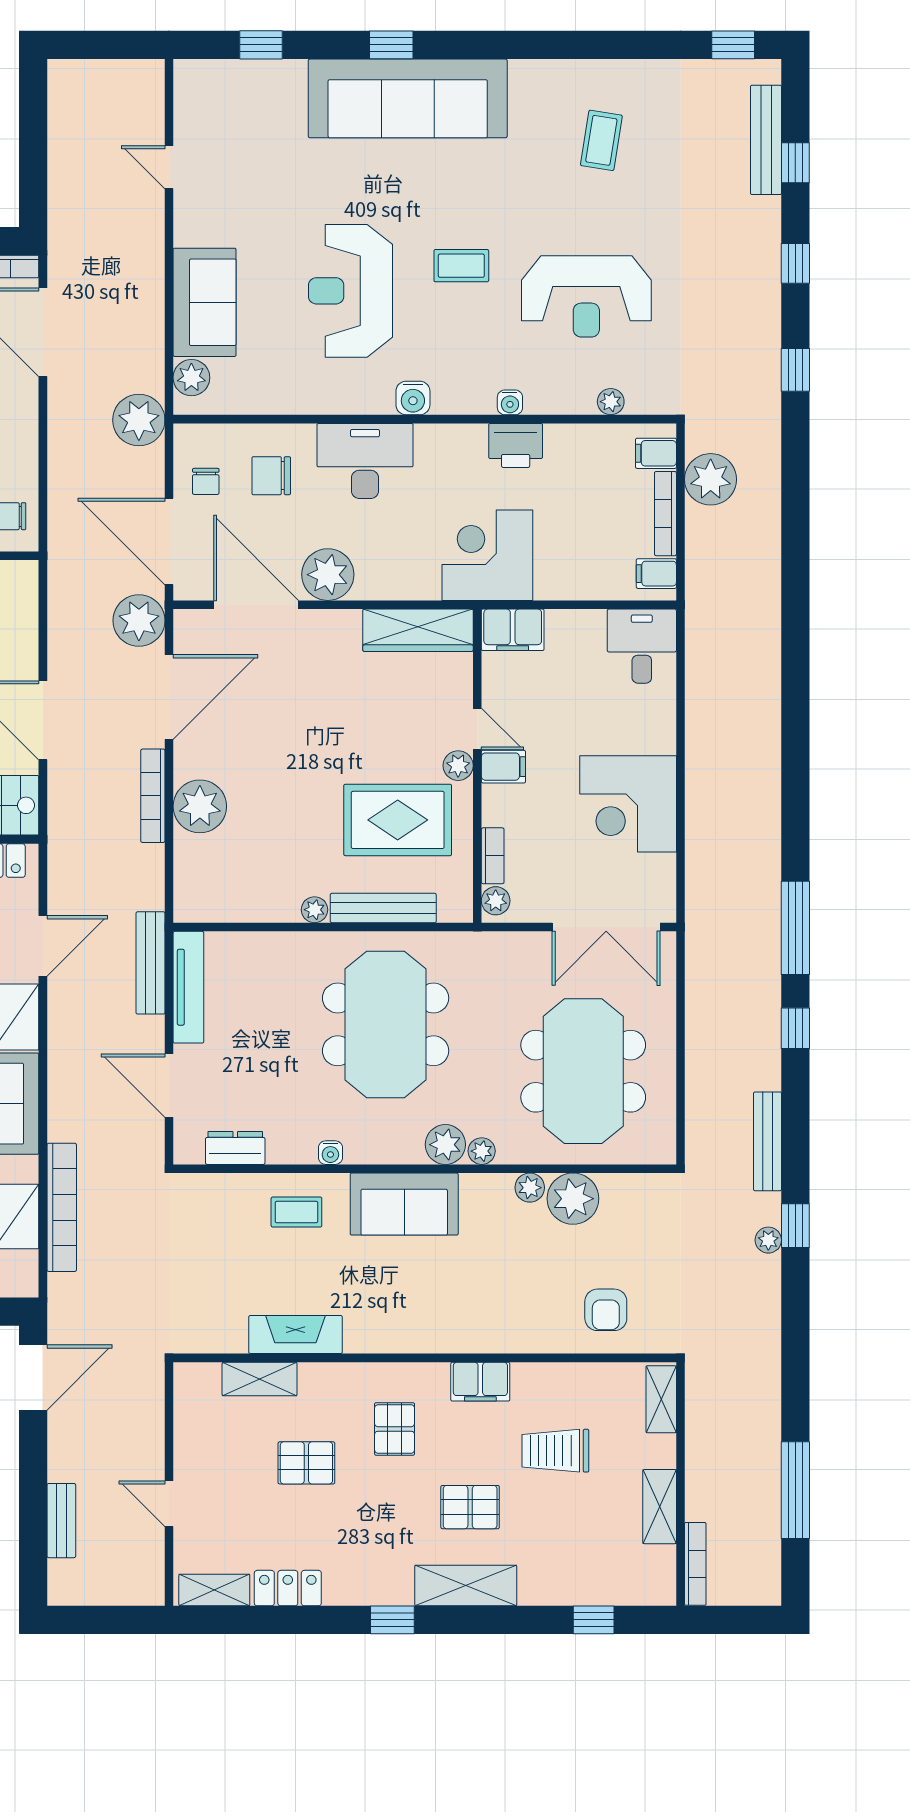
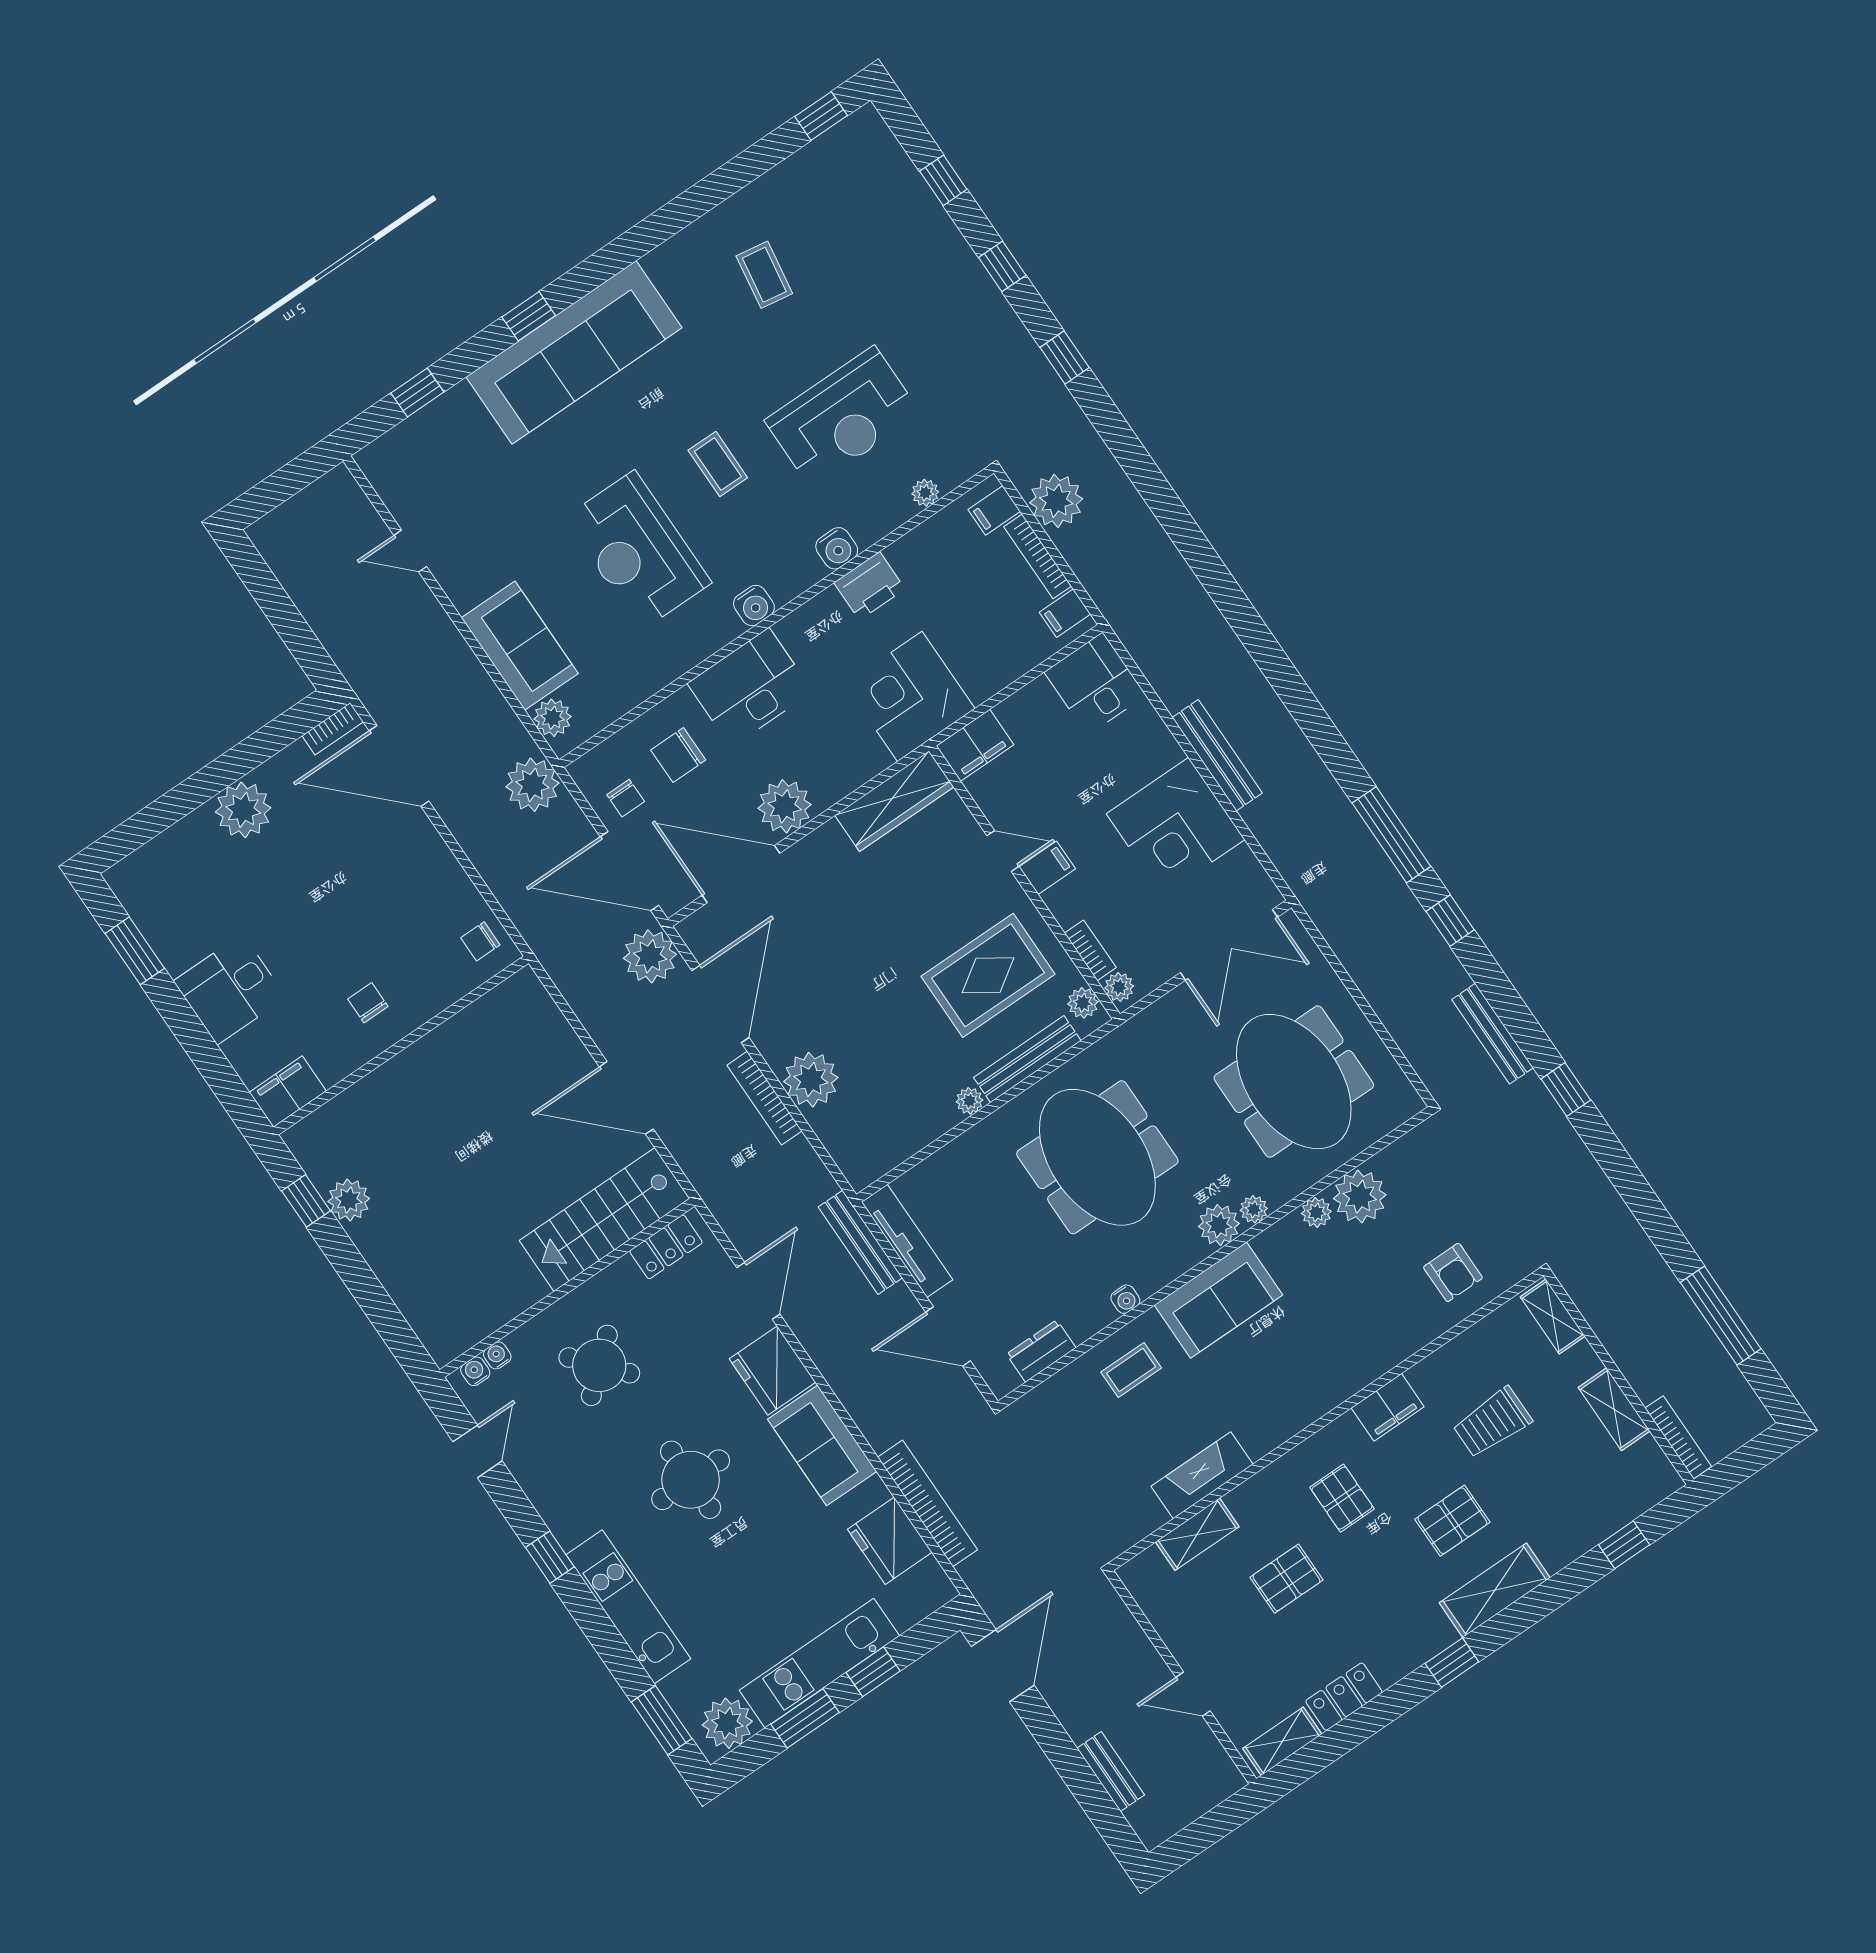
bench: (766, 140) -> (1217, 755), moved
coffee table: (461, 266) -> (718, 464), turned 90
water cooler: (510, 402) -> (837, 548), width x1.38, depth x1.38
plant: (458, 766) -> (1083, 1003), moved
plant: (768, 1240) -> (1551, 1118), removed

